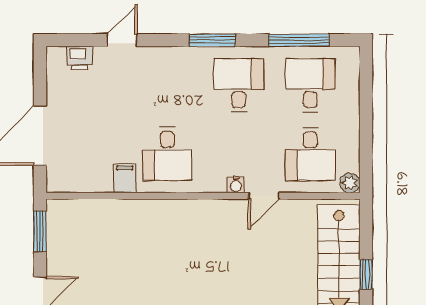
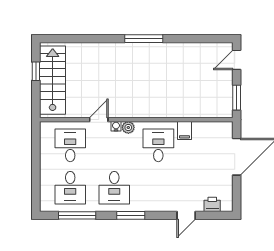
plant: (350, 183) -> (128, 128), moved

